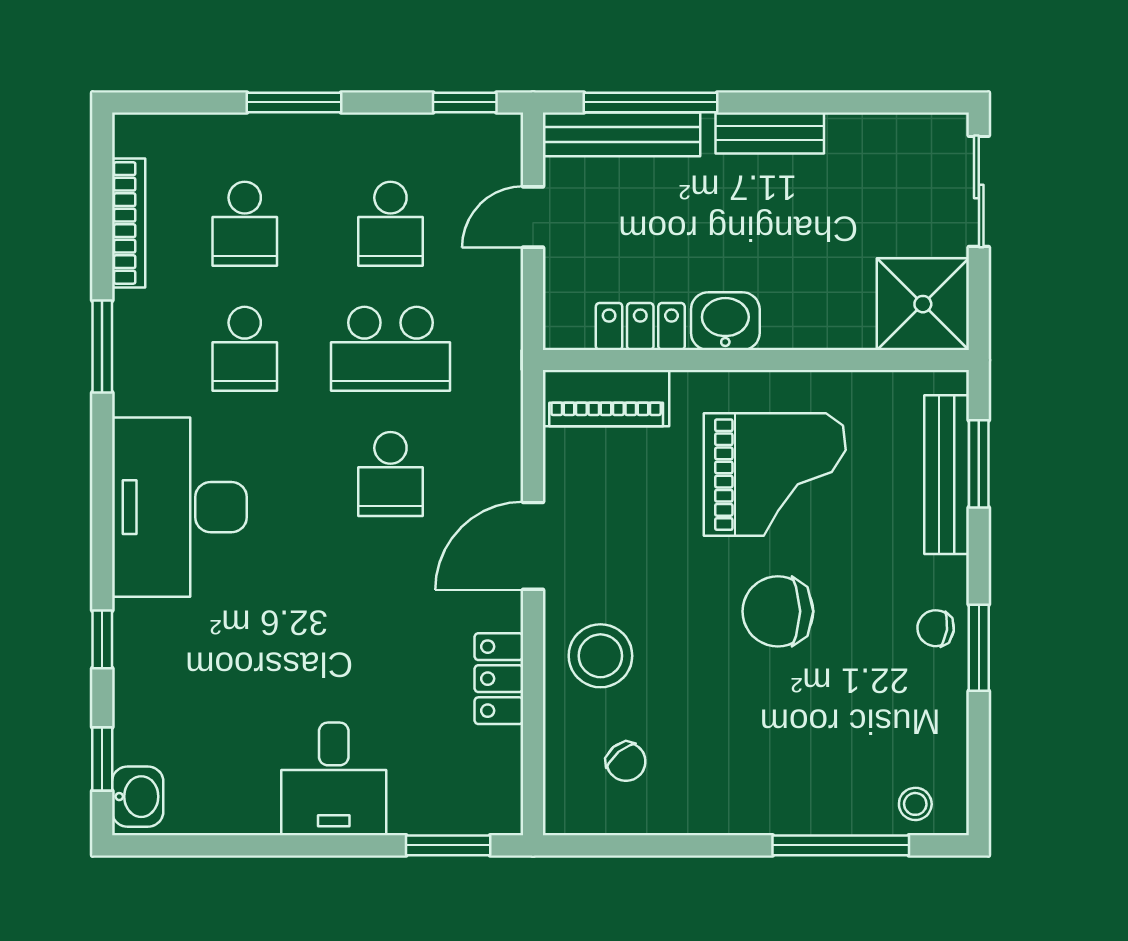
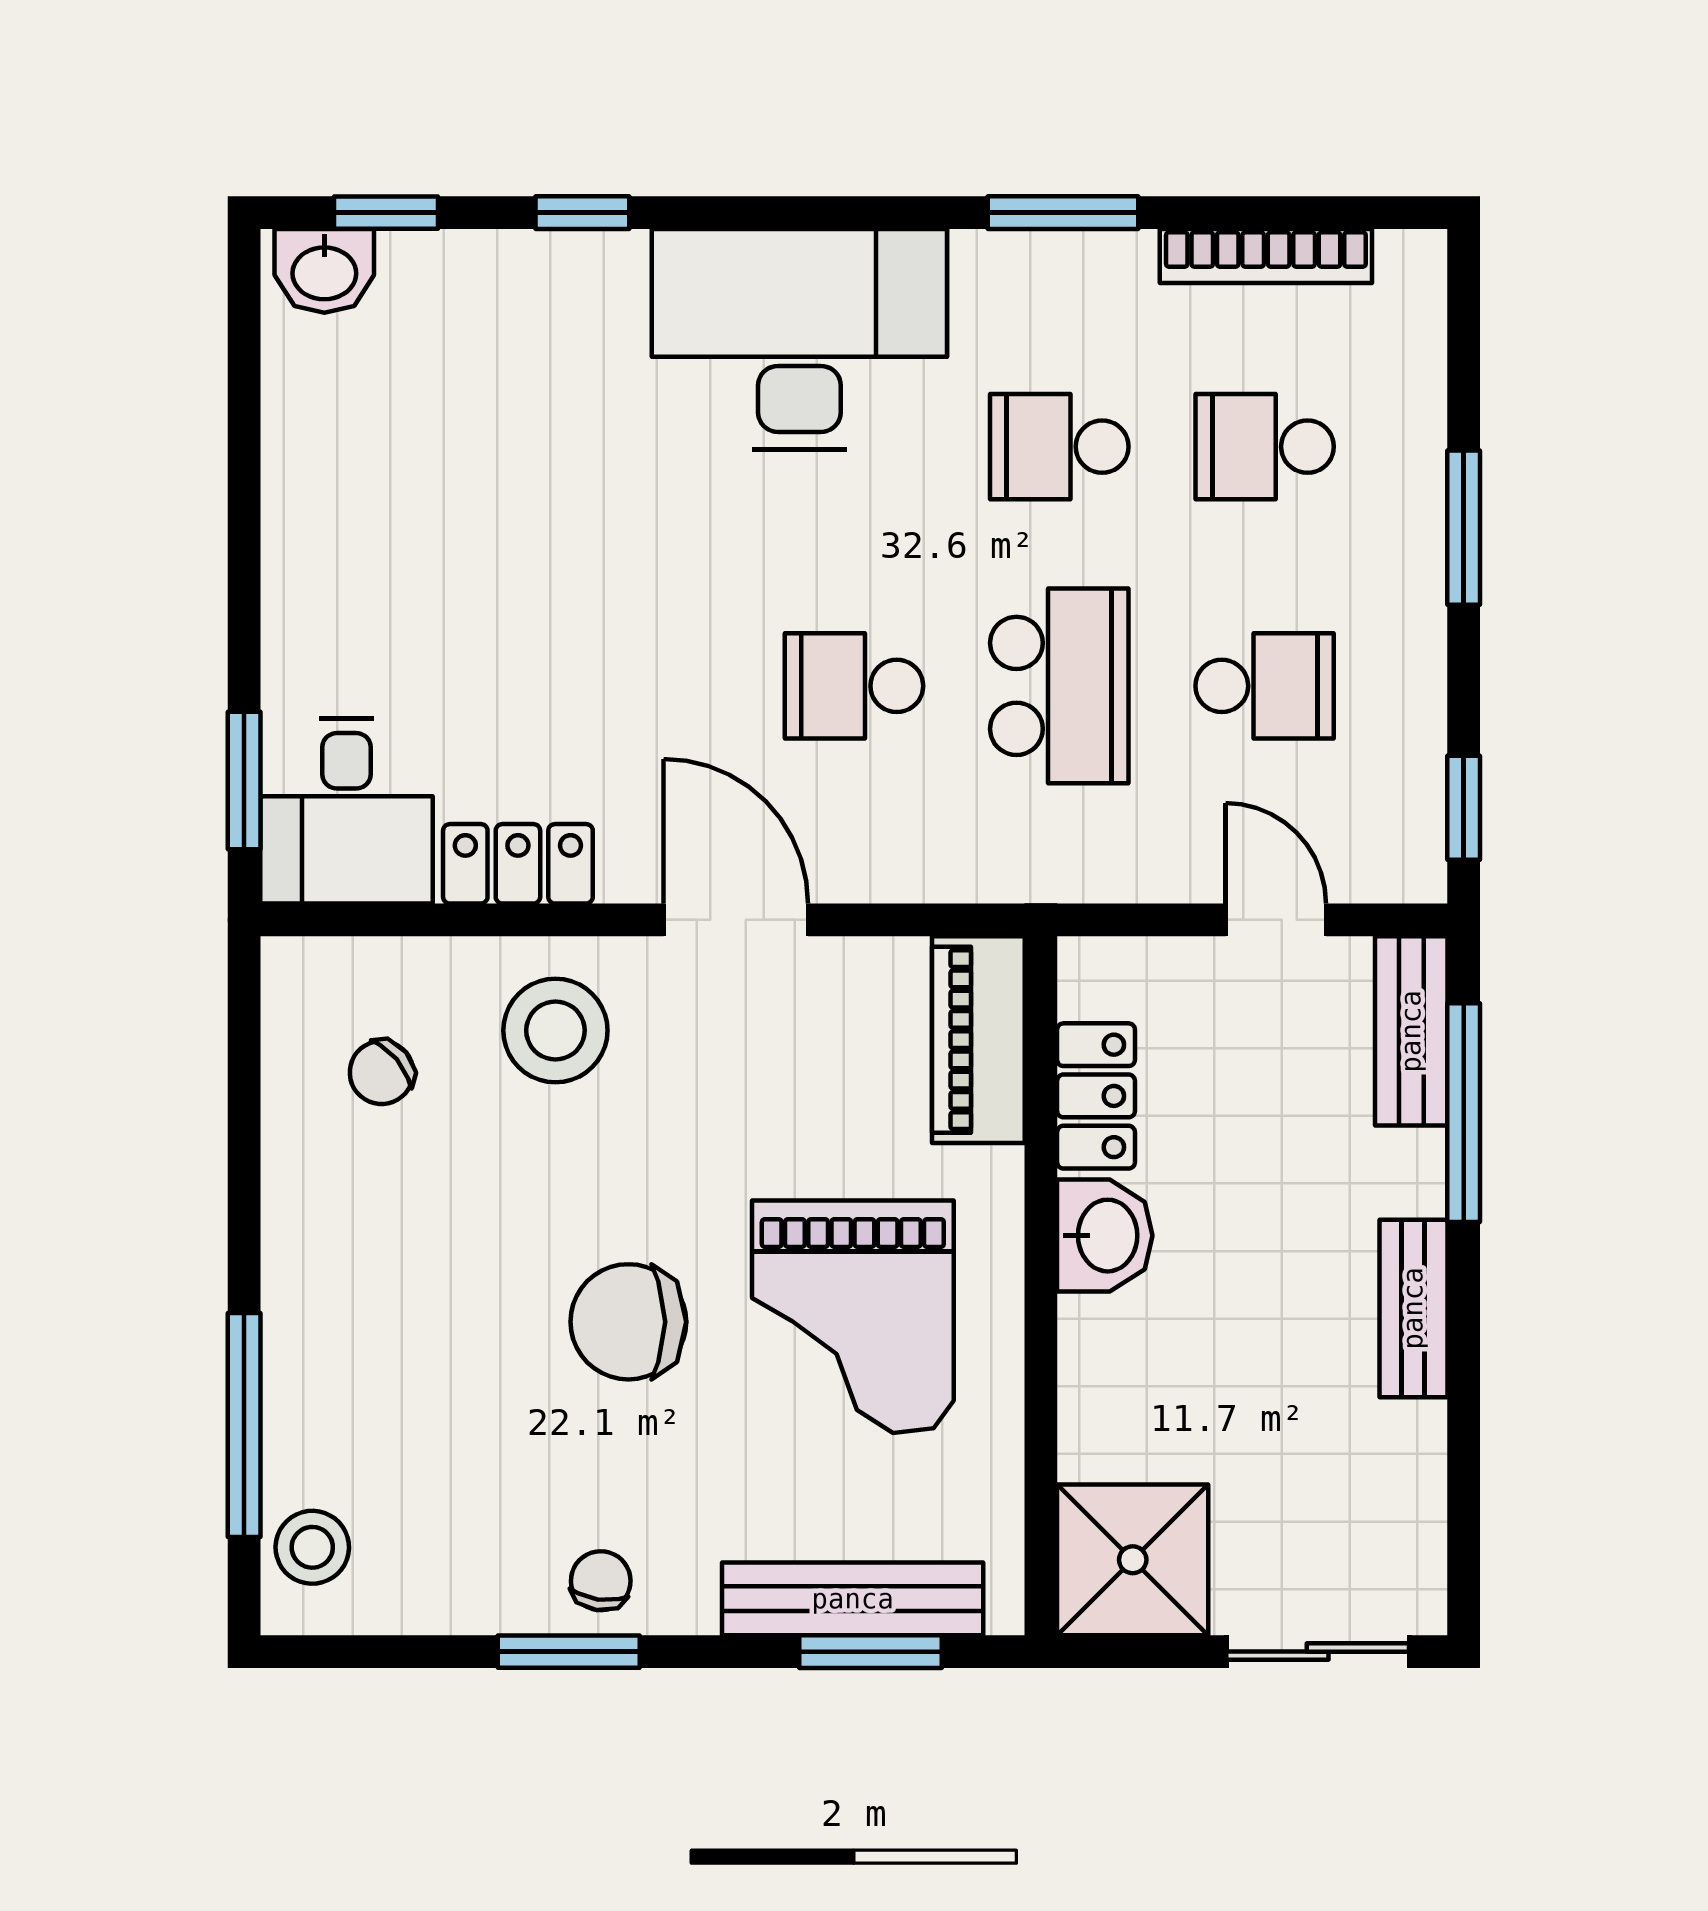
bench: (622, 134) -> (1411, 1031), width x0.73
school desk: (390, 224) -> (1265, 686), turned 180
school desk: (390, 349) -> (1059, 686), turned 180
chair: (778, 611) -> (628, 1322), turned -90
desk: (334, 779) -> (347, 811), moved, turned -90
stool: (915, 804) -> (312, 1547), width x1.37, depth x1.37

